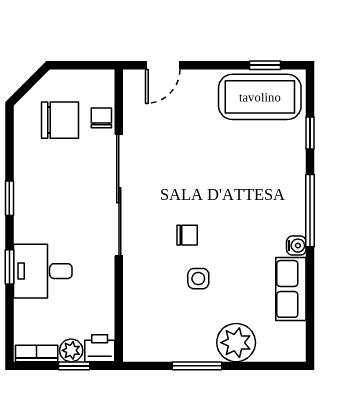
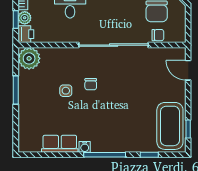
plant: (236, 343) -> (29, 58), moved

